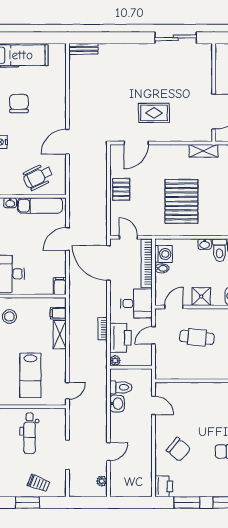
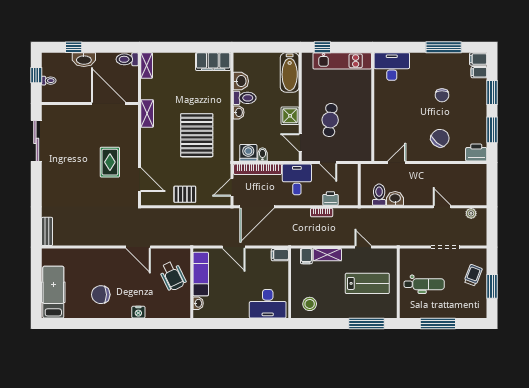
pallet: (181, 201) -> (197, 135), turned 90
printer: (120, 338) -> (330, 198), width x0.53, depth x0.68
plant: (115, 361) -> (353, 200), removed
door: (67, 391) -> (363, 247), moved

